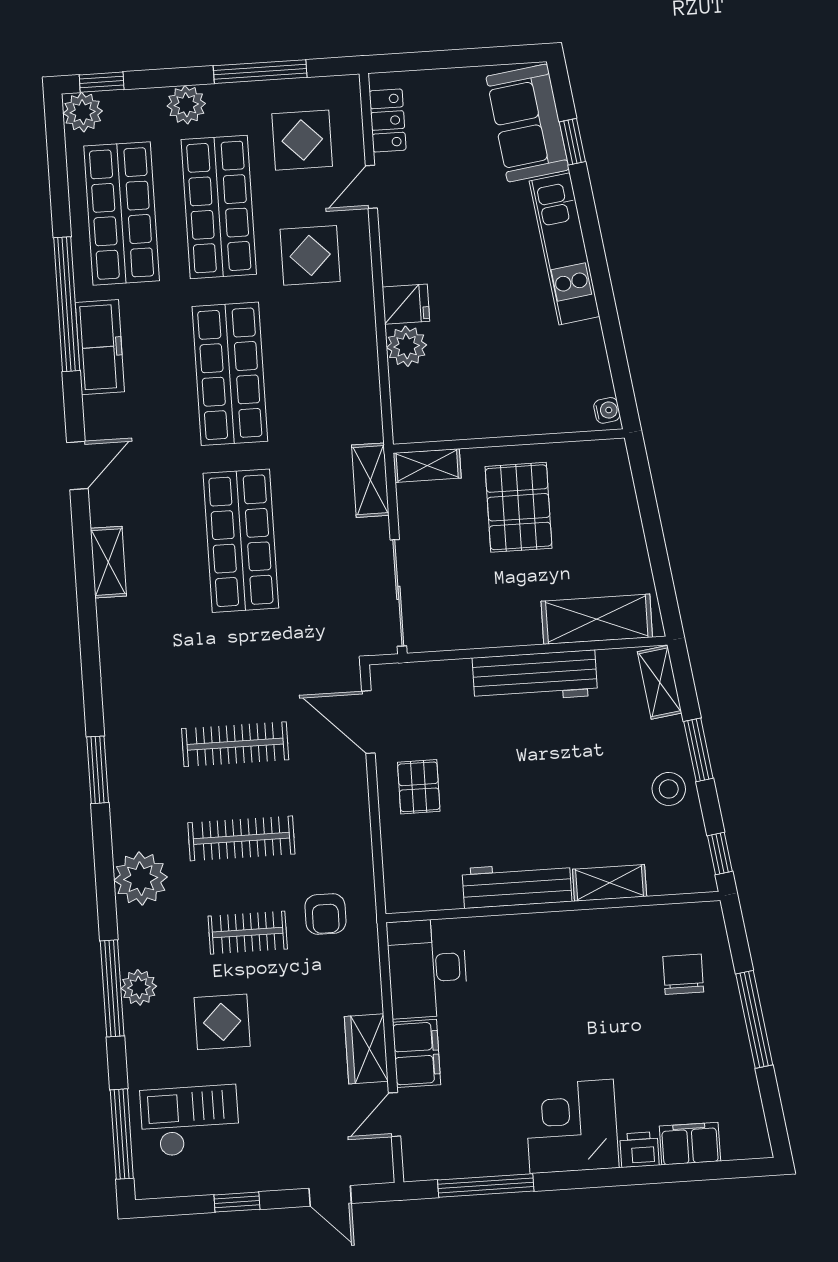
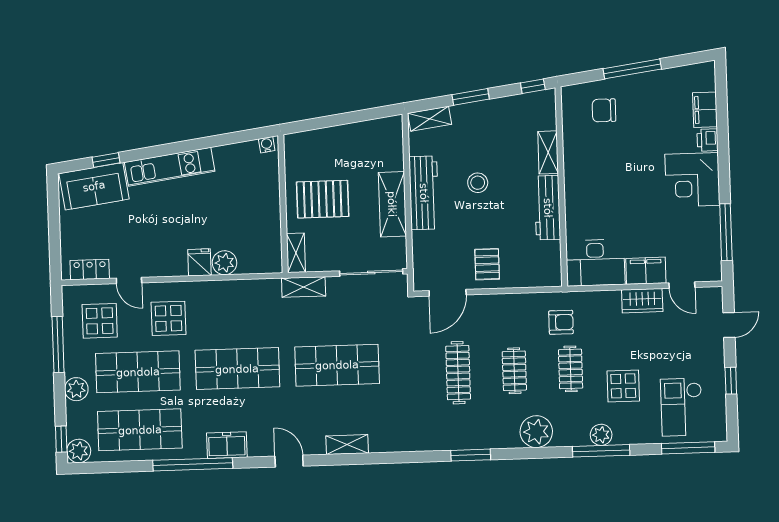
freezer: (100, 347) -> (227, 445), width x0.71
shelving: (597, 619) -> (392, 204), moved
pallet: (419, 787) -> (487, 264), turned 90
stool: (669, 789) -> (478, 183), moved
clothes rail: (241, 838) -> (514, 371), width x0.73

